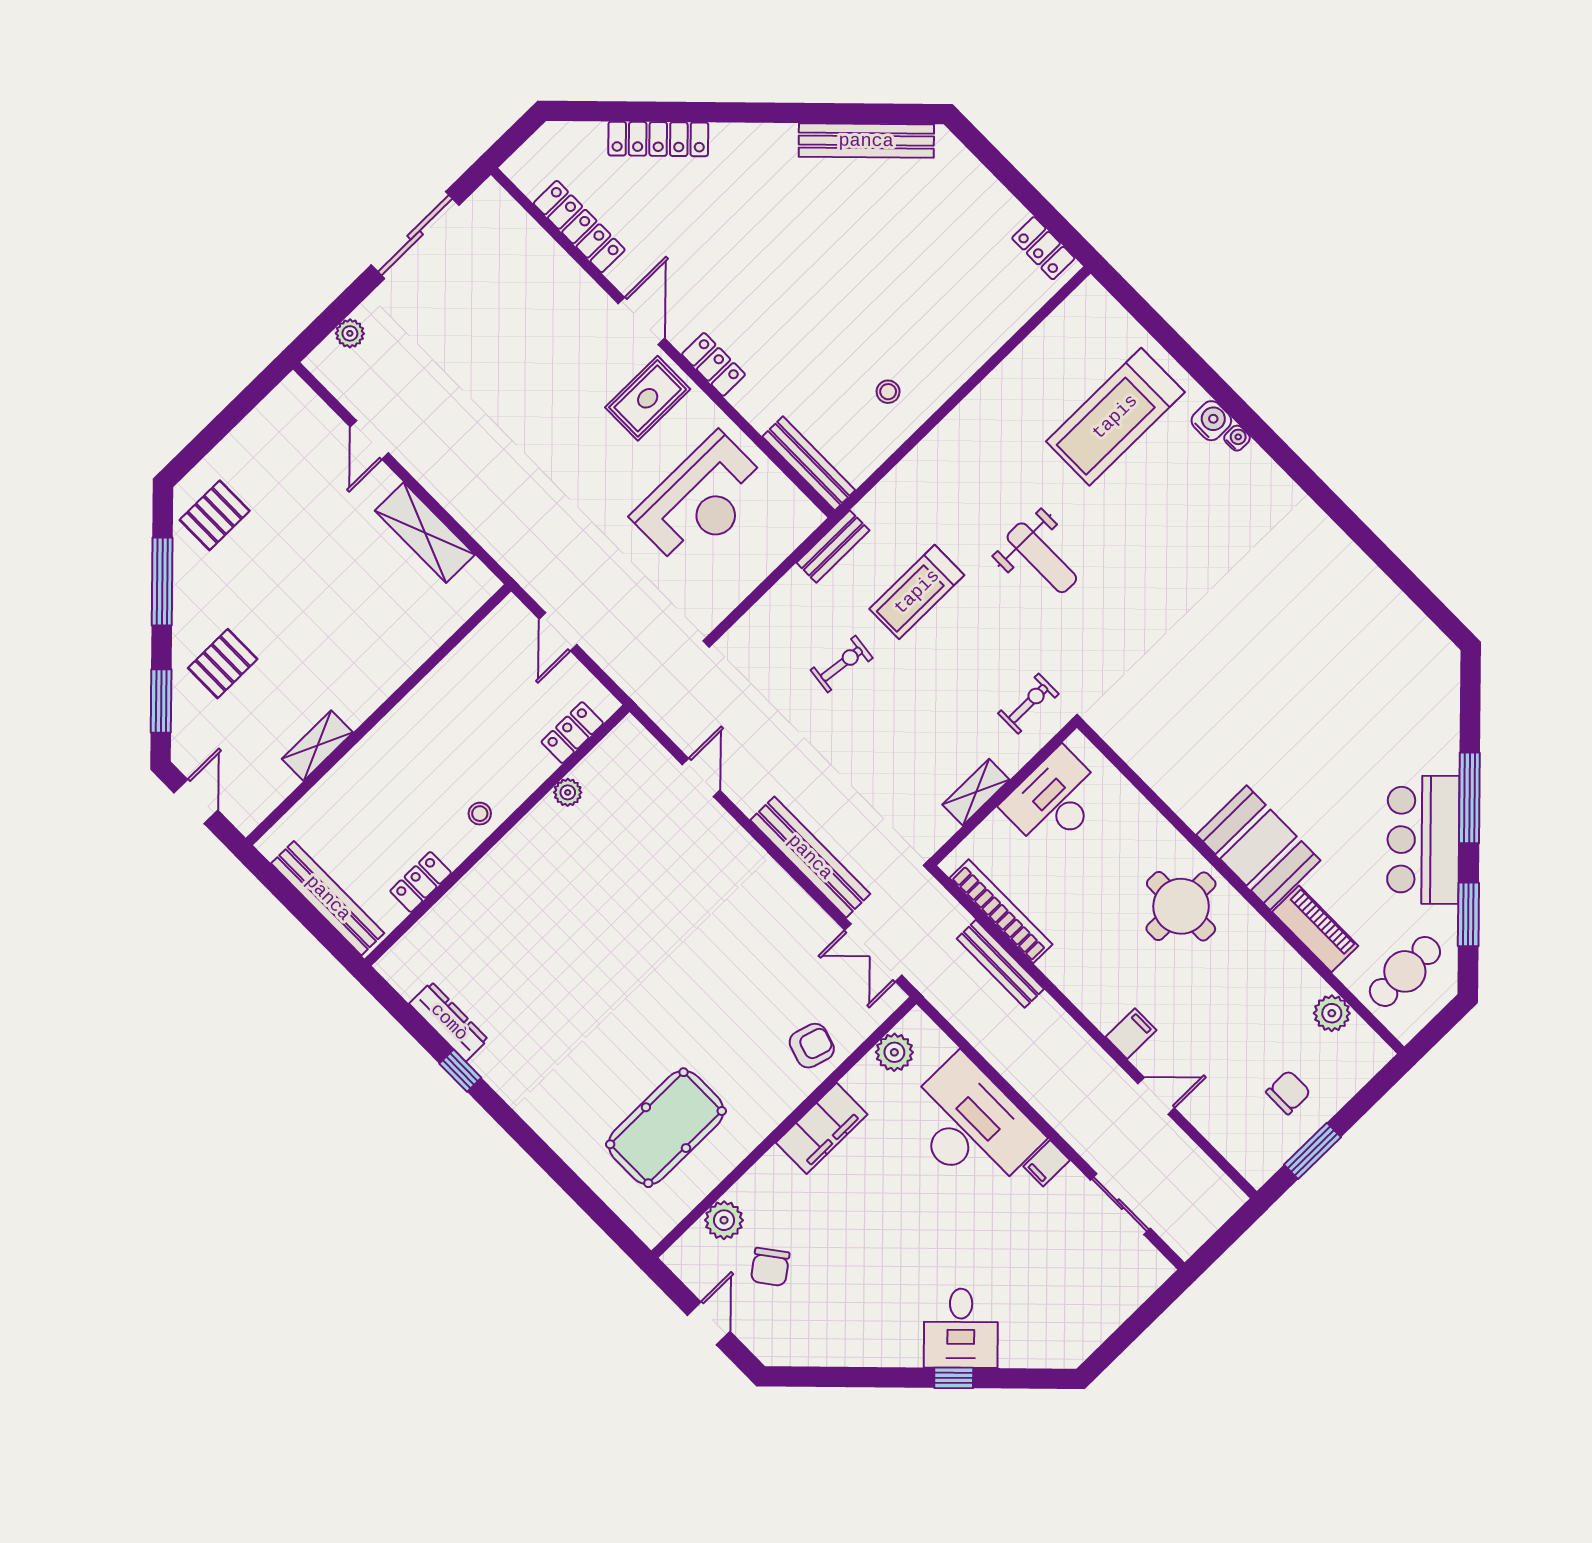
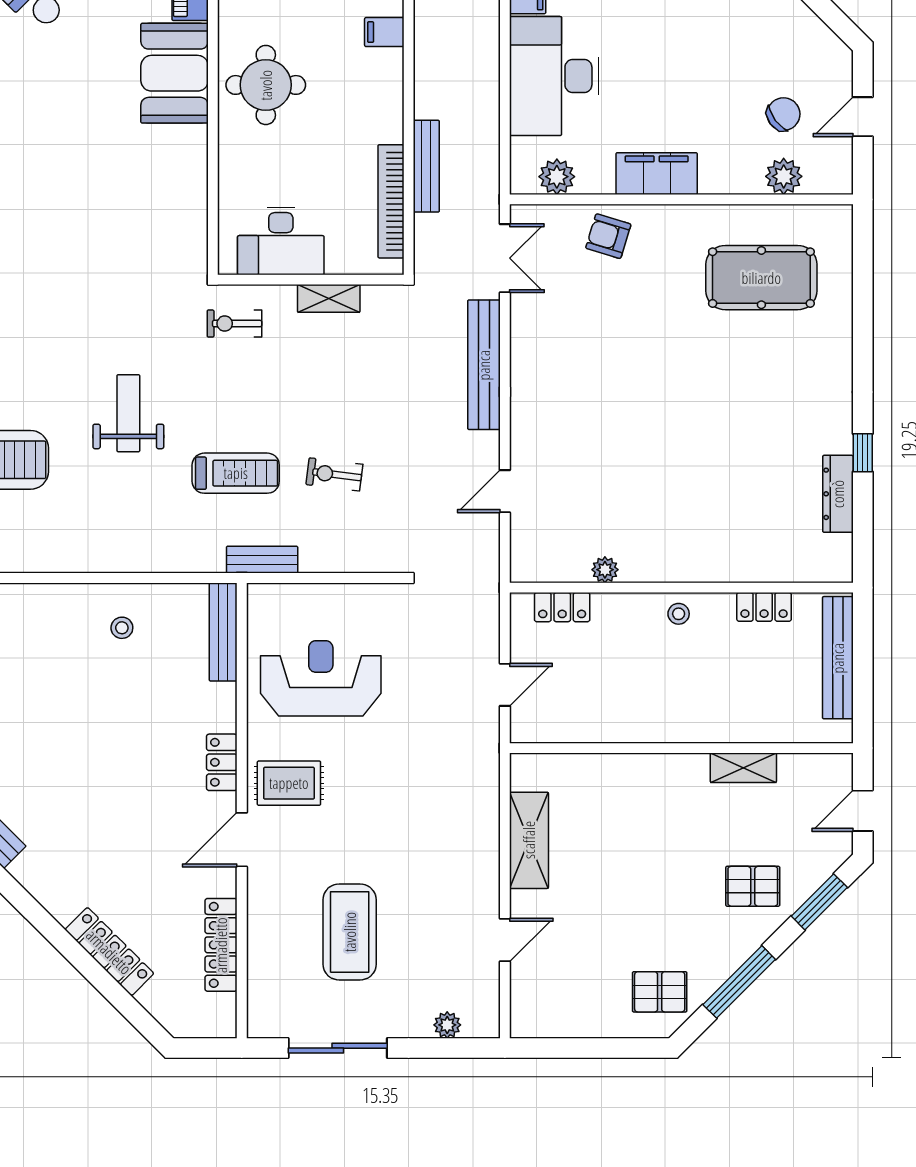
coffee table: (492, 331) -> (350, 932), added

